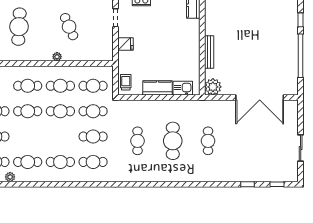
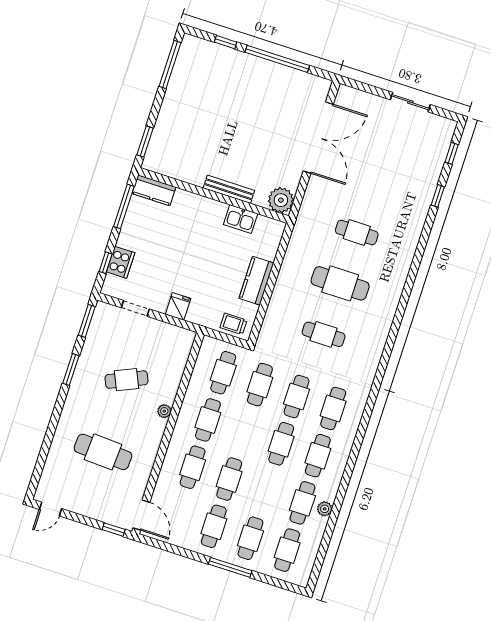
kitchen sink: (183, 88) -> (241, 219), moved, turned -90
cafe table: (60, 111) -> (281, 444), moved
plant: (10, 177) -> (325, 509), moved

